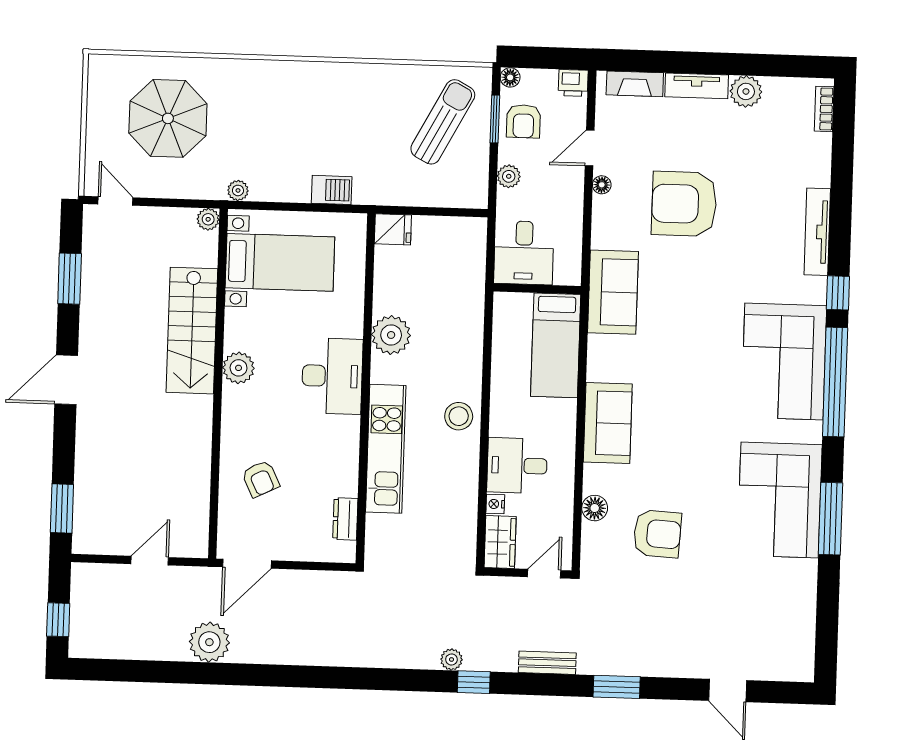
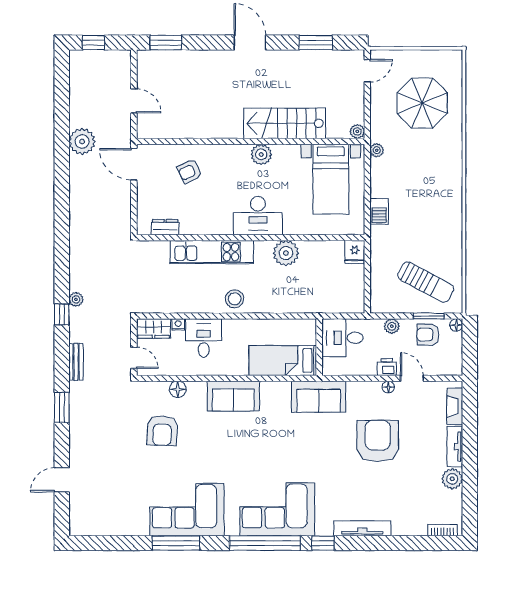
printer: (573, 83) -> (387, 367), moved, turned 90

